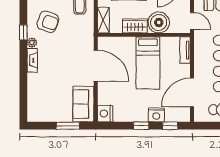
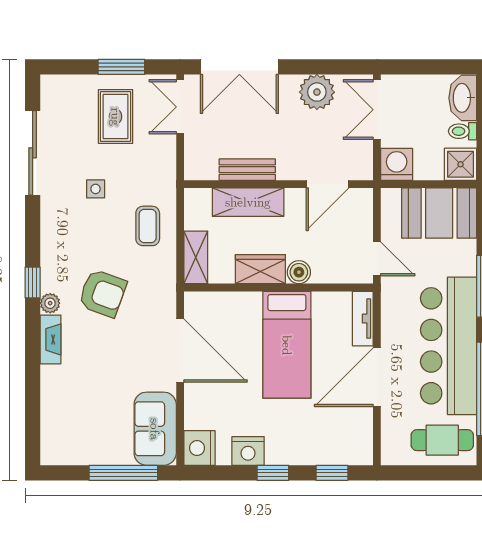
armchair: (48, 22) -> (102, 293), moved
boiler: (159, 22) -> (299, 272), width x0.54, depth x0.54
door: (192, 92) -> (377, 377), moved
nightstand: (156, 115) -> (248, 451), moved
window: (68, 126) -> (123, 473), width x1.44

